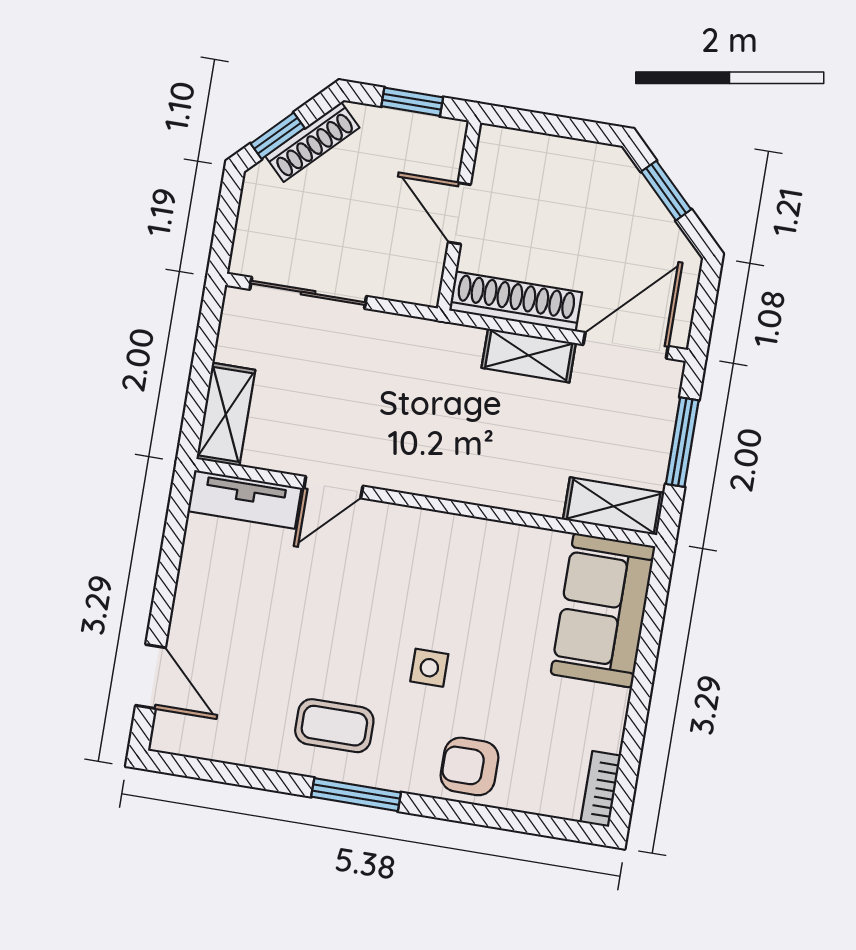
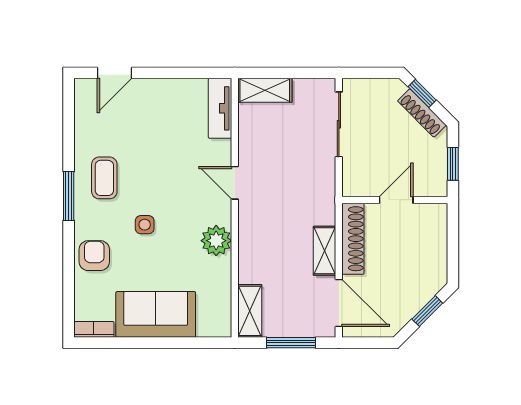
door: (333, 487) -> (235, 183), moved
plant: (479, 545) -> (216, 241), added
sofa: (603, 610) -> (156, 314), moved

